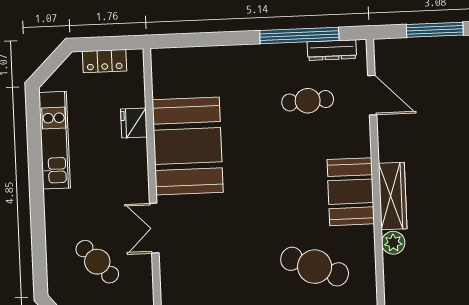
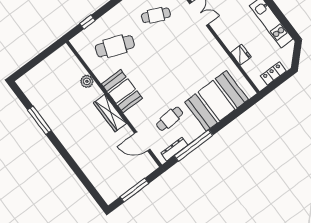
booth: (188, 146) -> (216, 101), moved, turned 90
wardrobe: (393, 196) -> (110, 113), moved
cafe table: (221, 270) -> (156, 15), added

